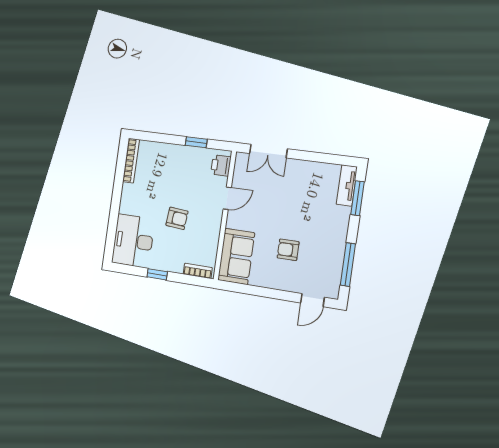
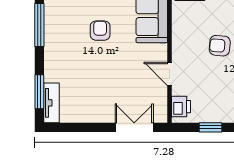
door: (227, 198) -> (170, 74), hinge flipped
armchair: (288, 250) -> (100, 31), turned -90

